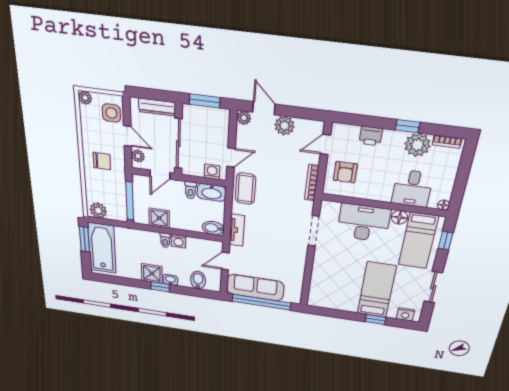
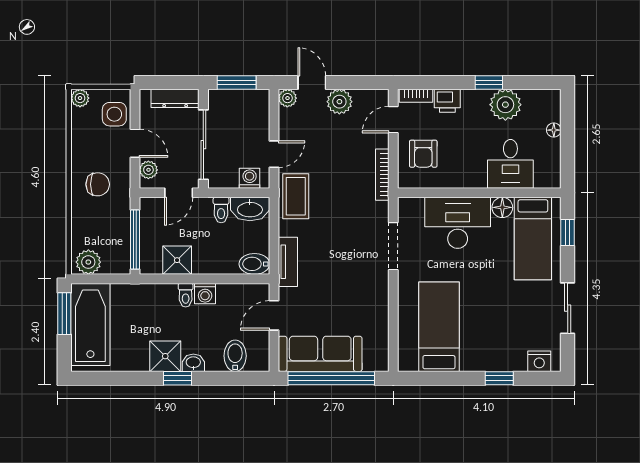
bookcase: (447, 142) -> (416, 96), moved
floor lamp: (443, 205) -> (554, 130), moved
bed: (377, 290) -> (439, 327), moved

